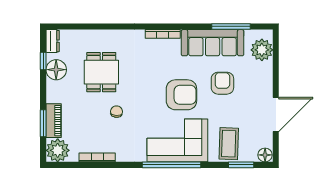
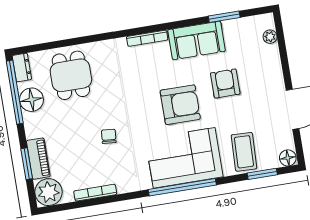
window: (231, 26) -> (224, 17), width x0.69
sofa: (213, 43) -> (197, 40), width x0.73
plant: (262, 50) -> (270, 37), width x0.53, depth x0.53
window: (43, 61) -> (15, 92), width x3.17
dining table: (101, 72) -> (71, 75), moved

